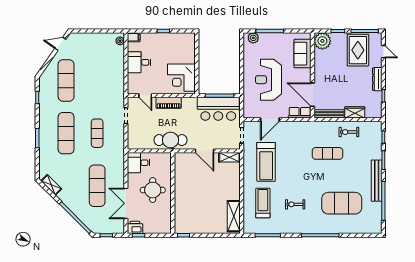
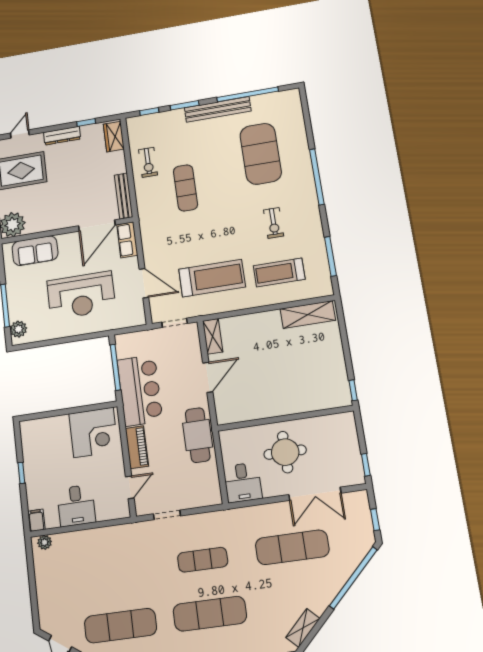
bar counter: (218, 109) -> (140, 390), moved
wardrobe: (355, 112) -> (114, 137), moved
printer: (135, 227) -> (353, 473), removed

